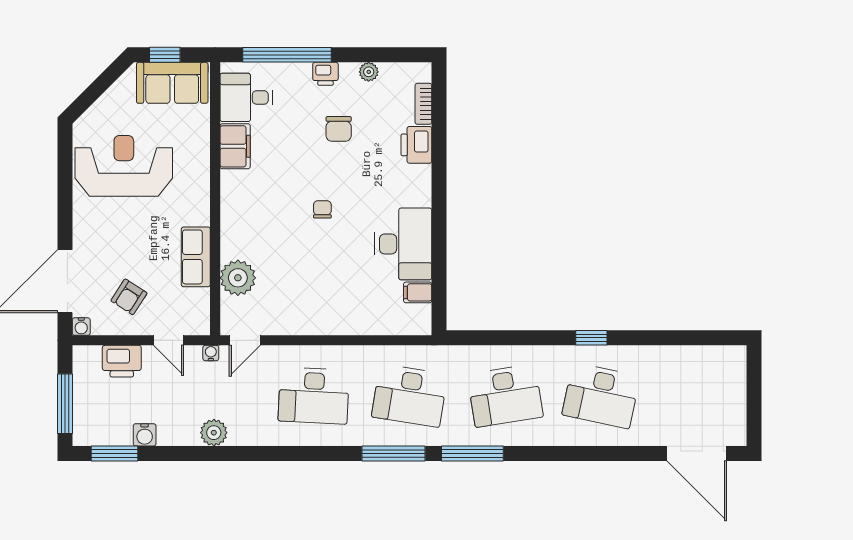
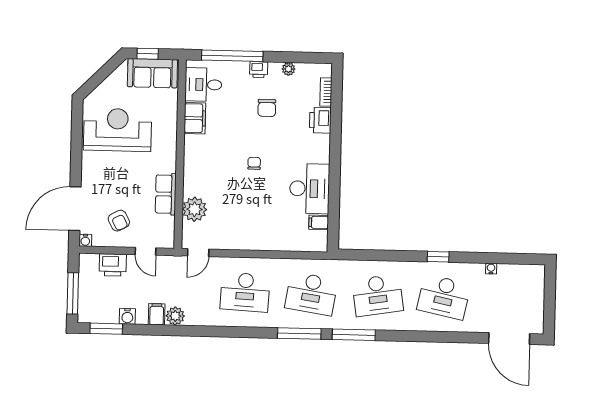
armchair: (129, 297) -> (119, 221), turned -60
water cooler: (211, 353) -> (491, 269), moved
filing cabinet: (187, 431) -> (157, 314), added

